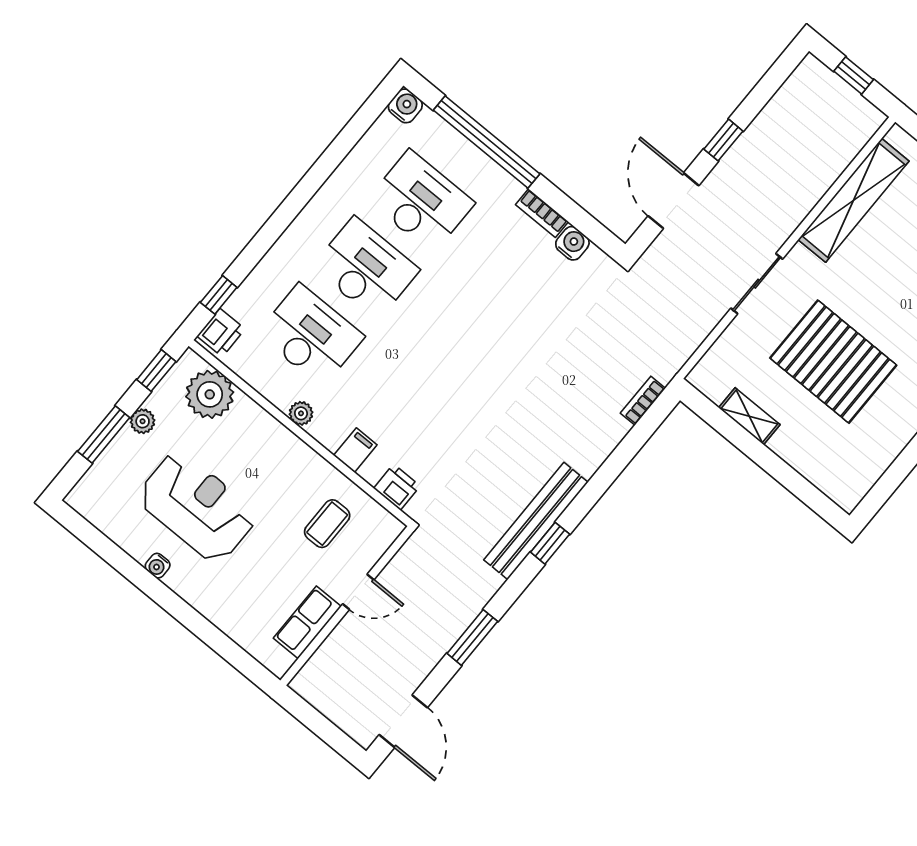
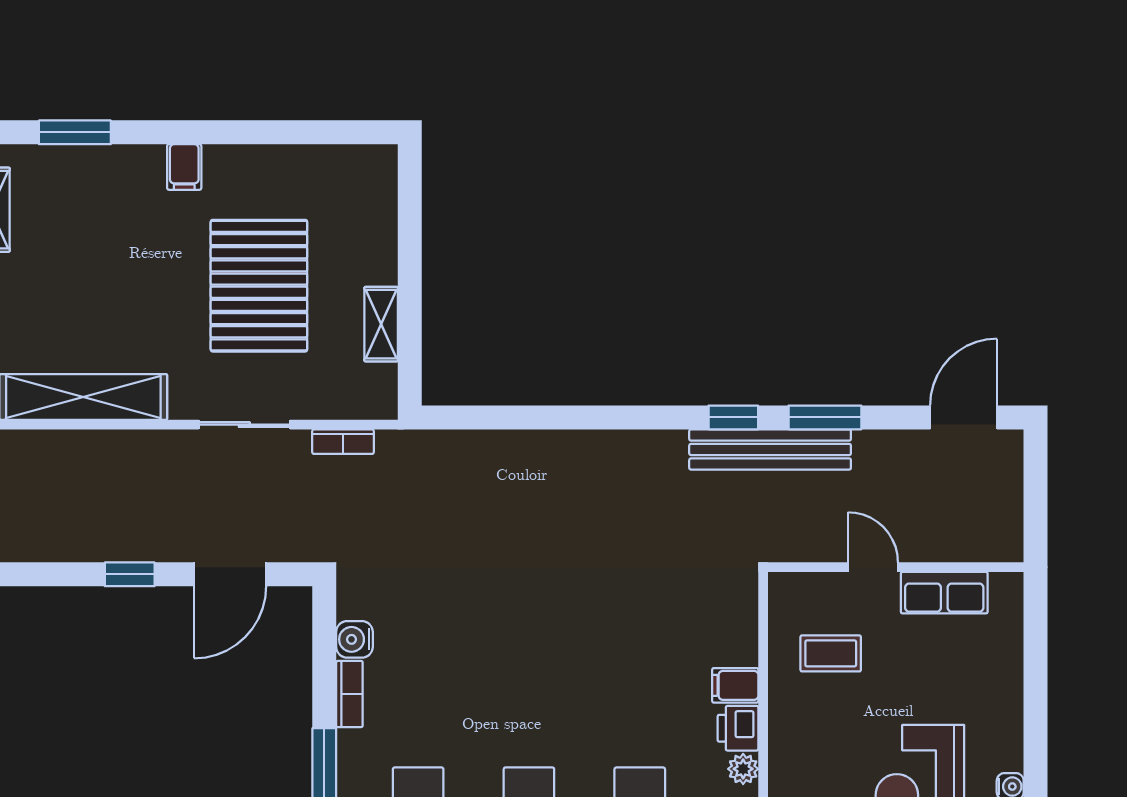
bookcase: (643, 401) -> (343, 442), moved
printer: (397, 487) -> (738, 728), moved
bench: (536, 521) -> (770, 449), moved
window: (550, 543) -> (733, 417), moved

